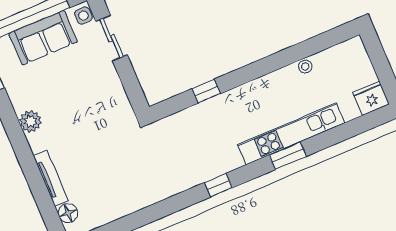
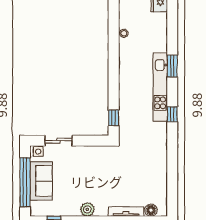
window: (206, 91) -> (114, 118), moved
kitchen unit: (291, 134) -> (160, 87), moved

